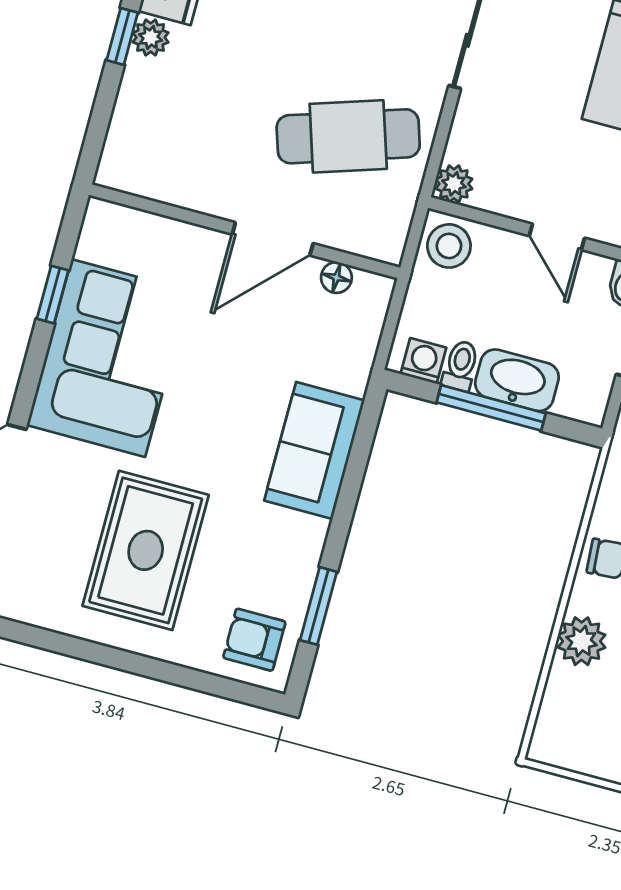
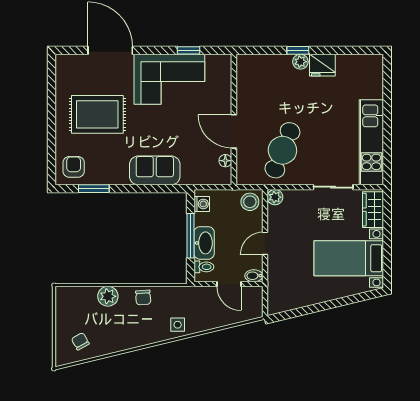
cafe table: (348, 136) -> (282, 150), turned 40
toilet: (461, 366) -> (204, 267), moved

